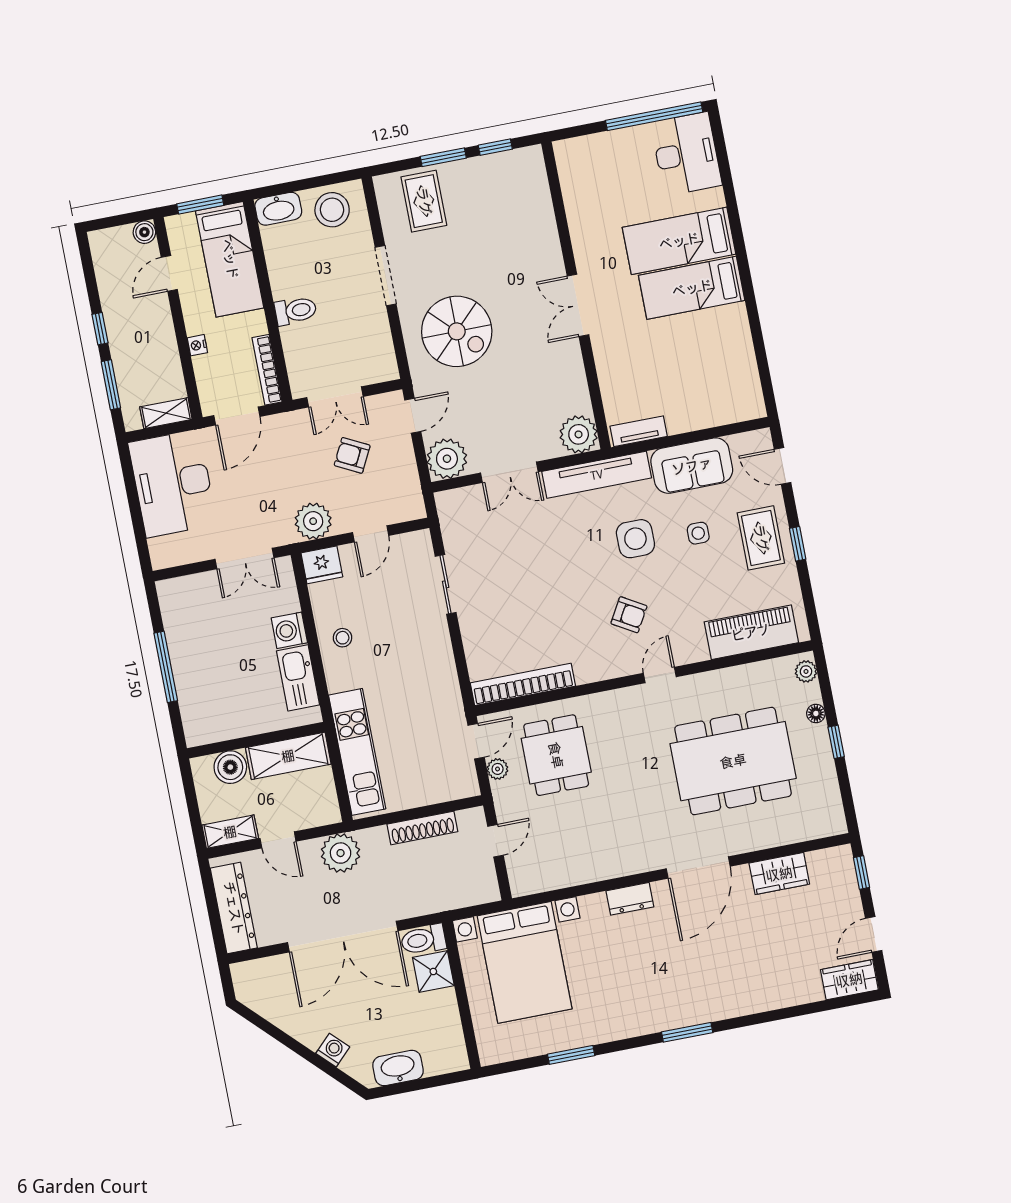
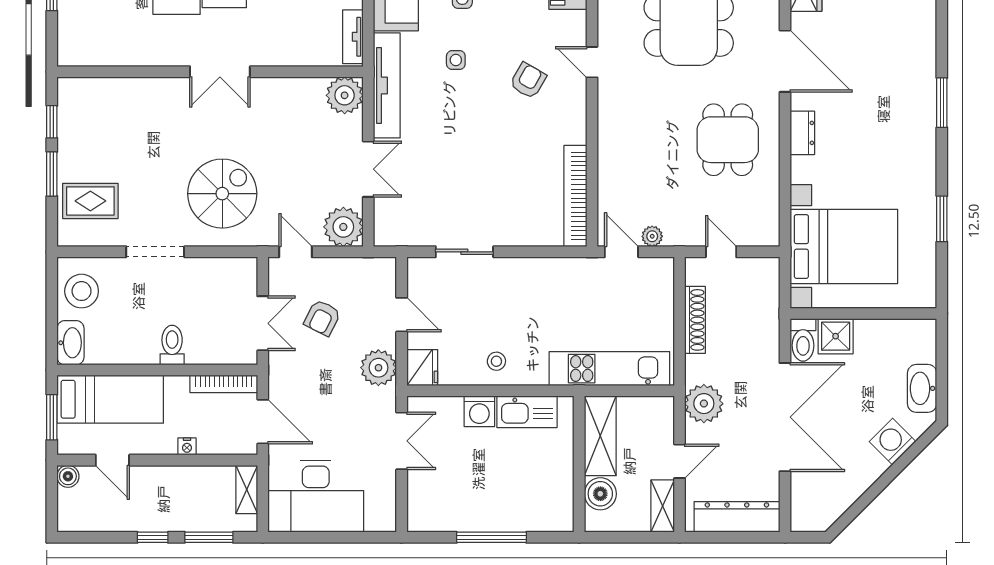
side table: (635, 539) -> (456, 60), width x0.54, depth x0.54
dining table: (556, 755) -> (728, 140), moved, turned 90
washing machine: (333, 1050) -> (893, 442), width x1.38, depth x1.38

